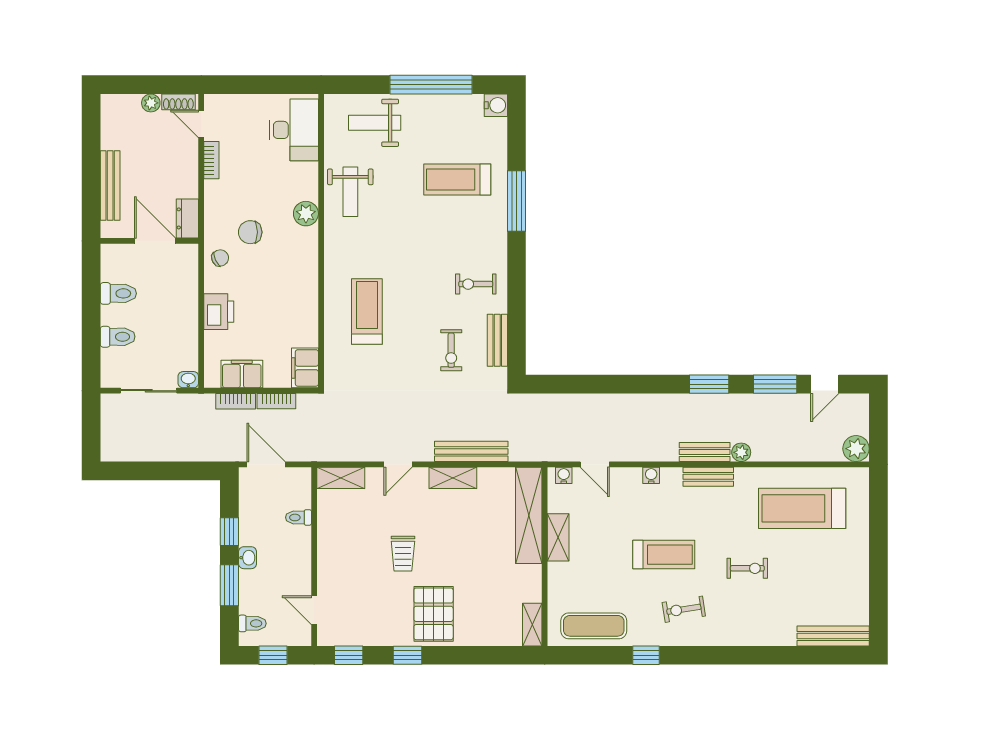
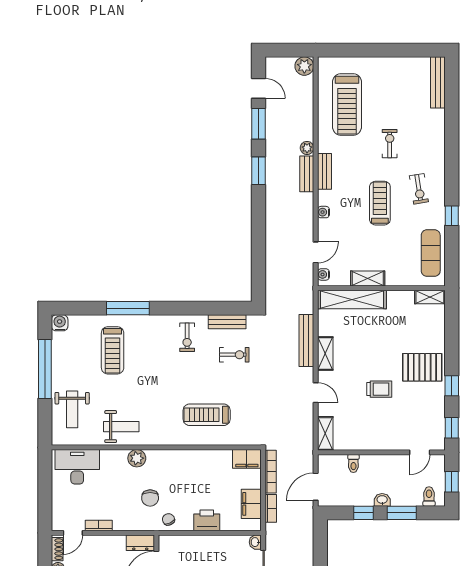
bookcase: (276, 401) -> (271, 472), width x1.56

